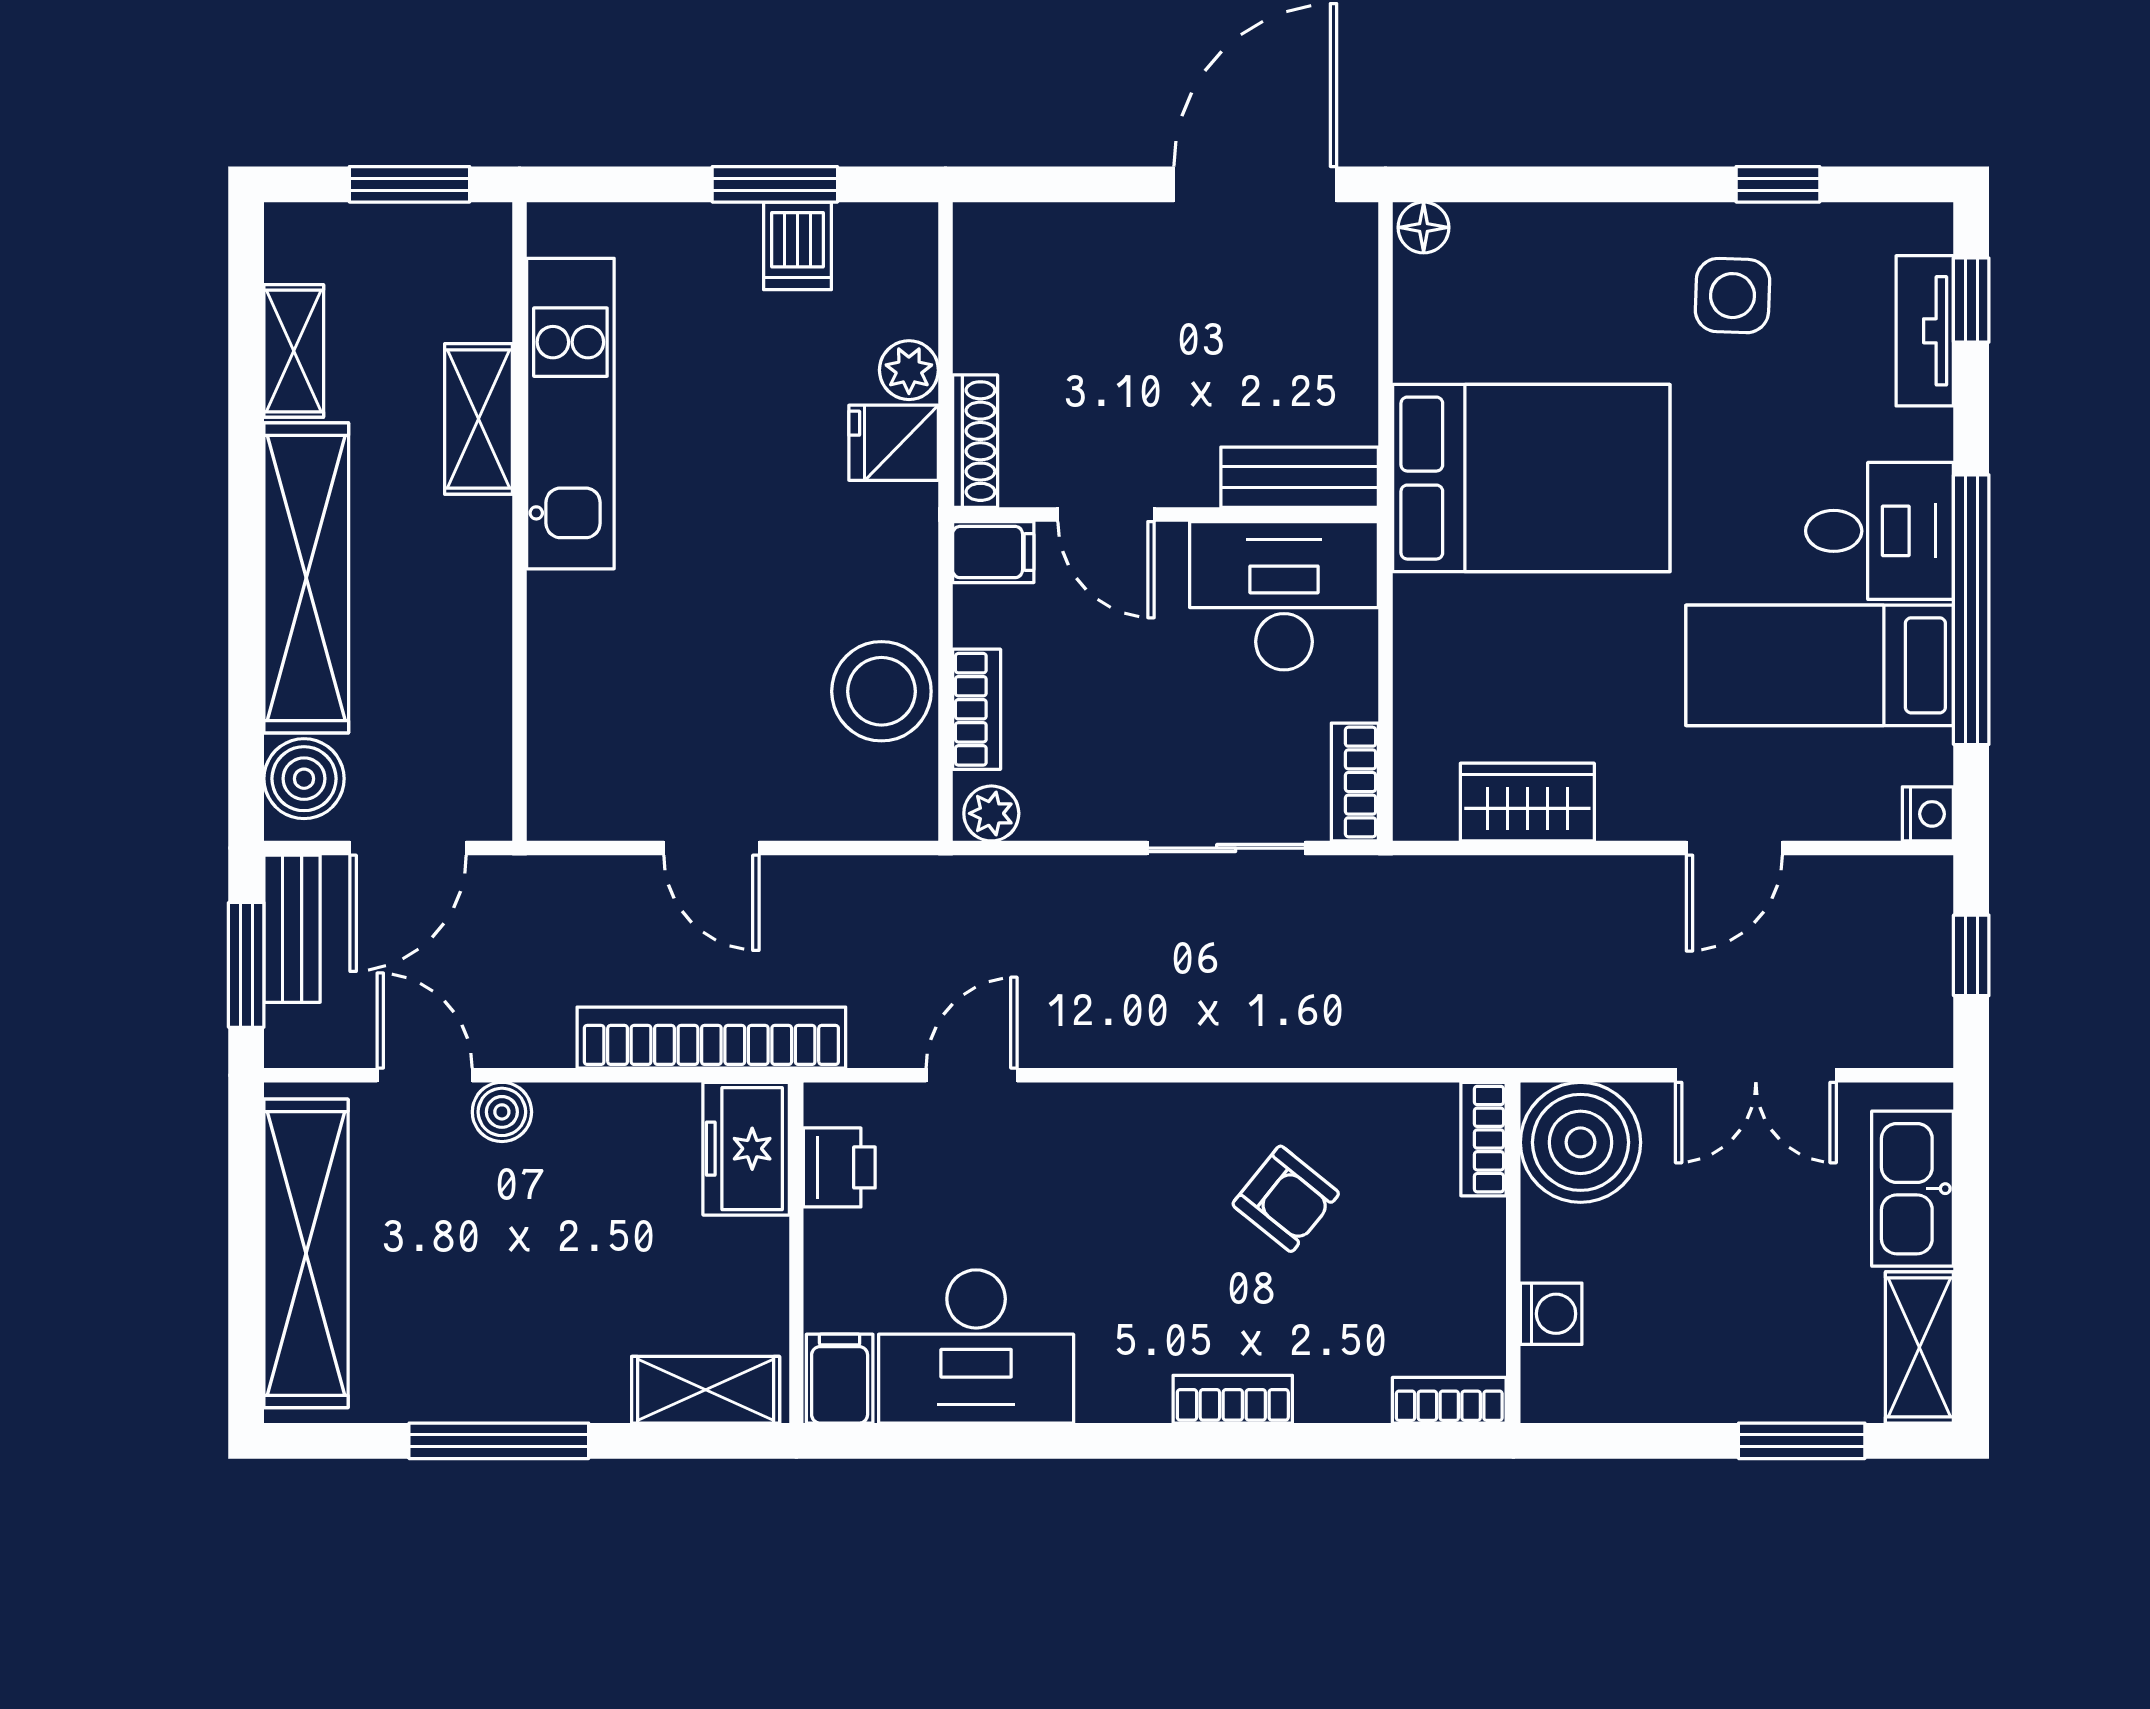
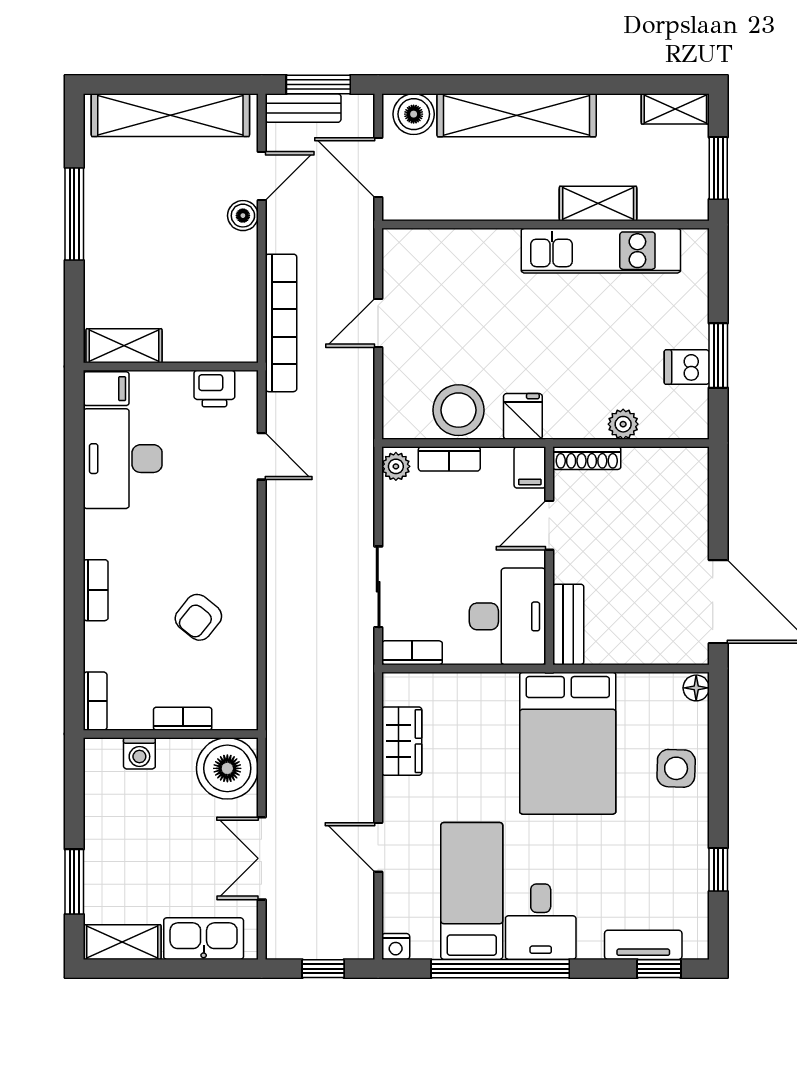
side table: (1732, 296) -> (676, 768), moved
shelving: (294, 351) -> (675, 109), moved
fridge: (894, 443) -> (523, 416), moved
bench: (292, 929) -> (303, 108), moved
bookcase: (1484, 1139) -> (183, 719), moved
freezer: (746, 1149) -> (224, 341), removed
shelving: (706, 1390) -> (124, 346), moved, turned 90

